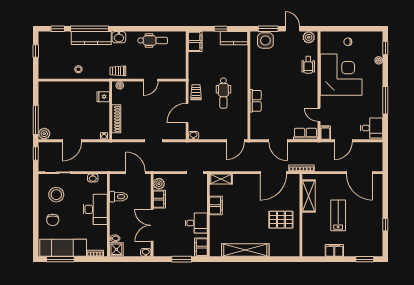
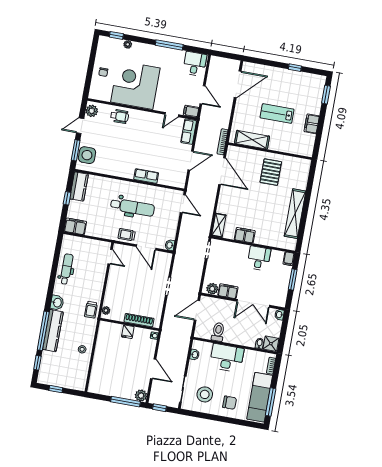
door: (151, 80) -> (110, 257), moved
dental chair: (223, 93) -> (132, 207), width x1.36, depth x1.38
fridge: (103, 97) -> (128, 332), moved
filing cabinet: (201, 247) -> (289, 259), width x0.50

